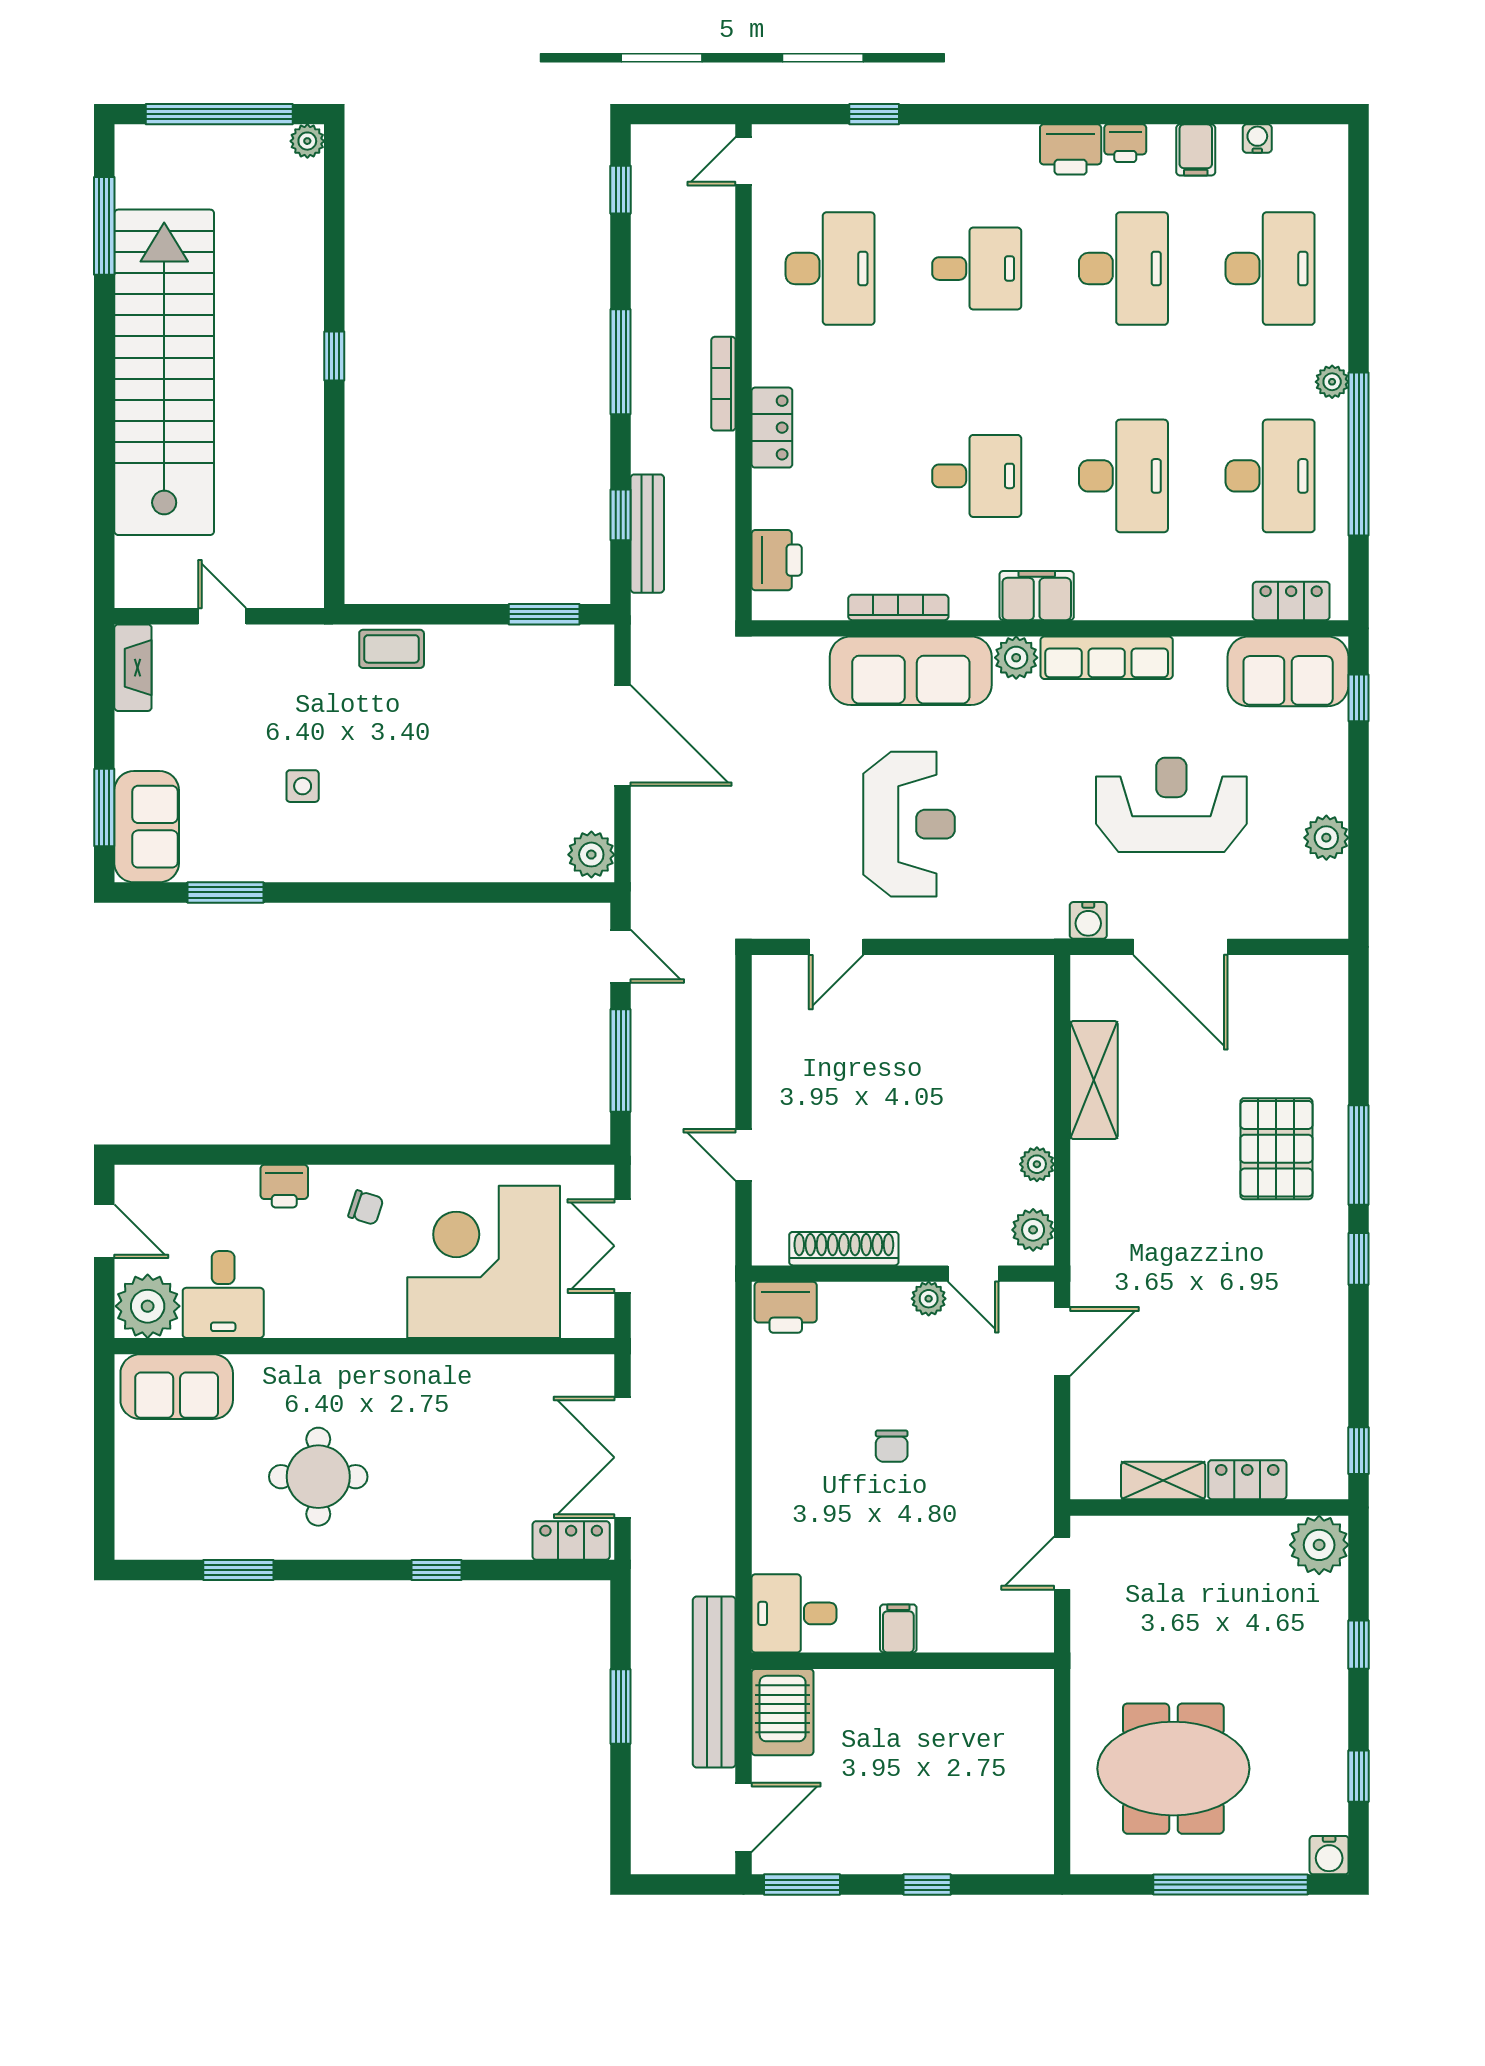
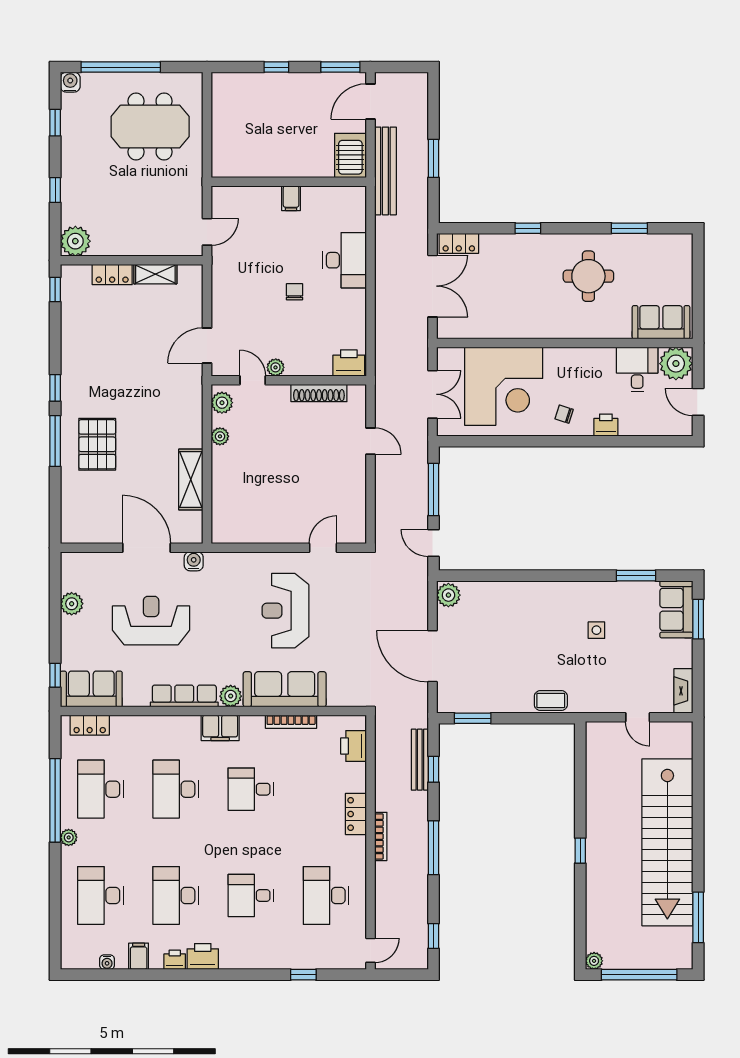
reception desk: (1171, 805) -> (151, 621), turned 180
desk: (794, 1613) -> (345, 260), moved, width x1.37

